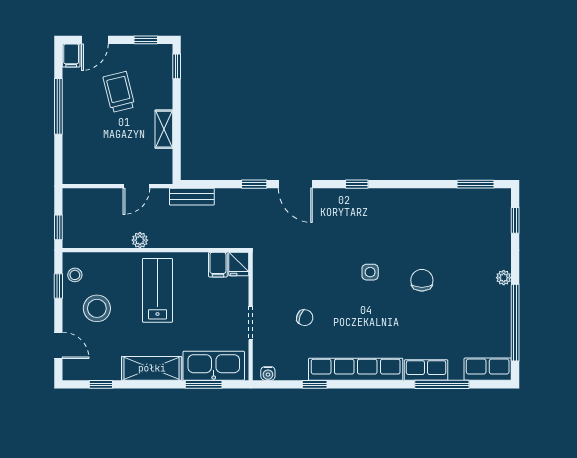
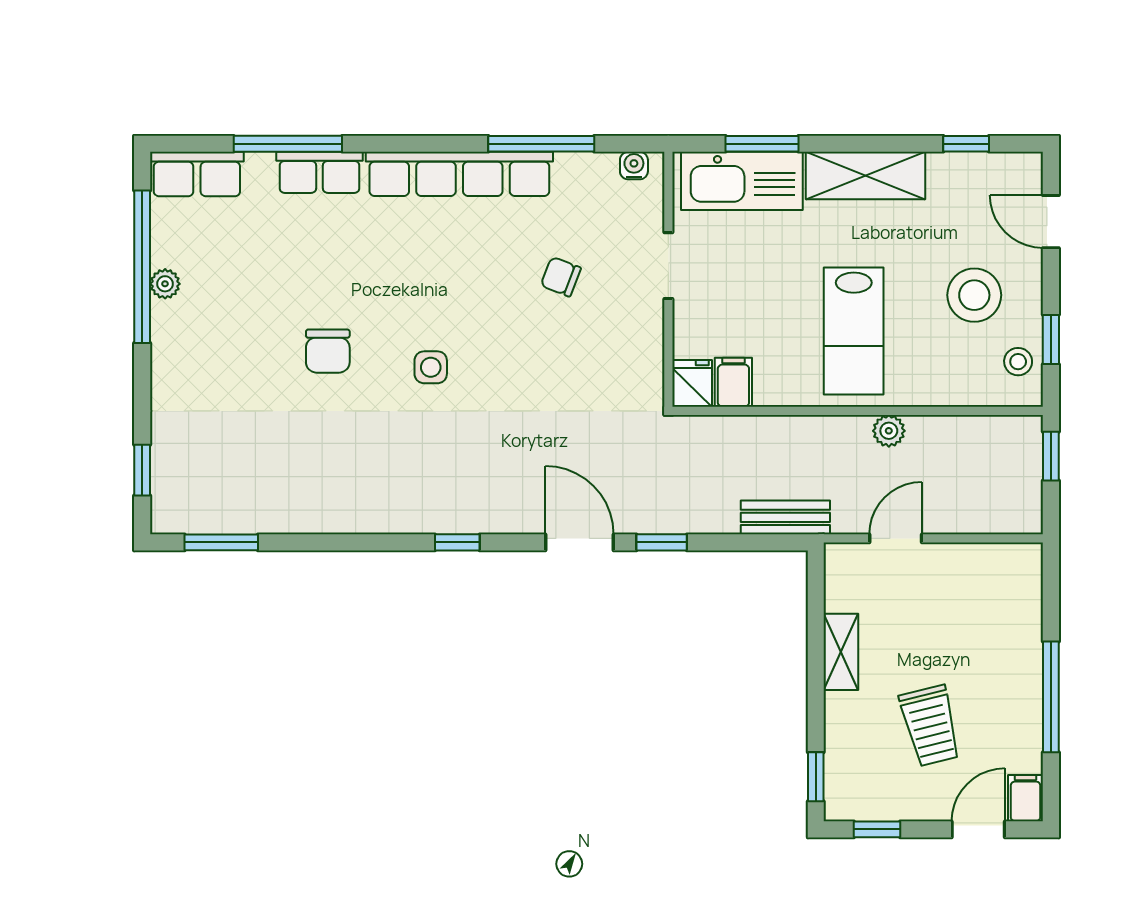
plant: (504, 278) -> (165, 284), moved
window: (315, 384) -> (541, 144), width x2.17

